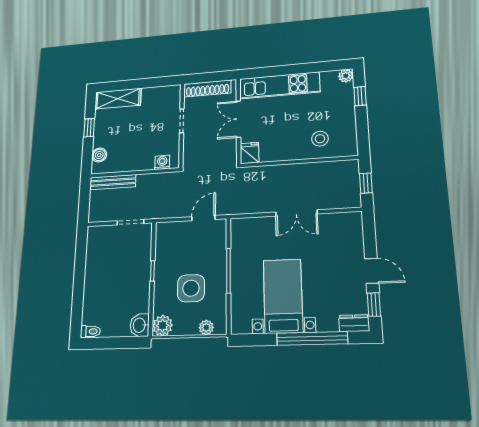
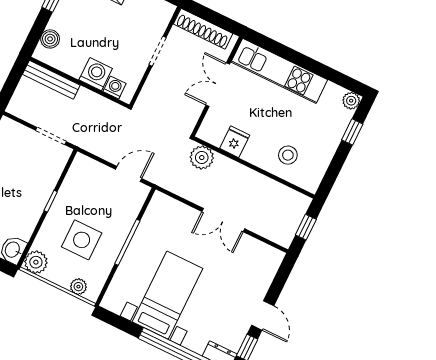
fridge: (249, 153) -> (235, 142), moved
washing machine: (144, 161) -> (96, 74), added
plant: (254, 176) -> (202, 158), added

